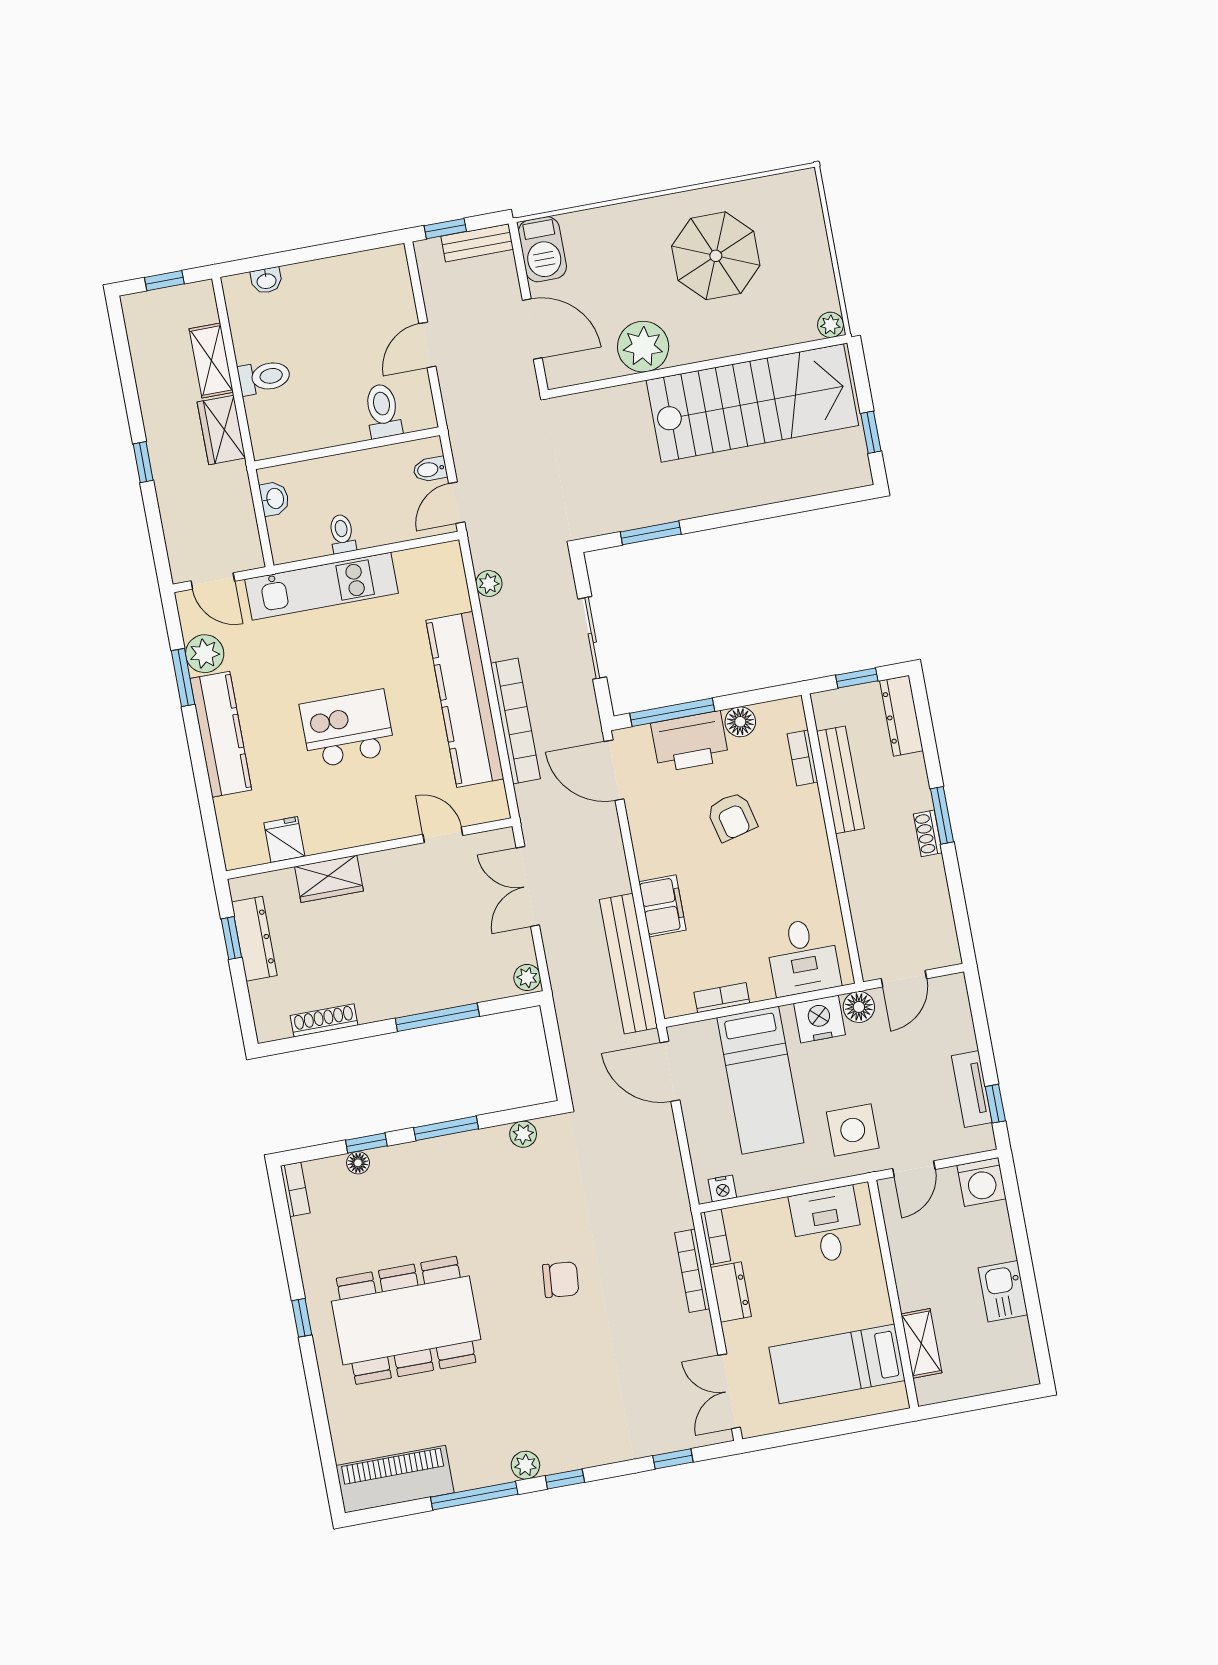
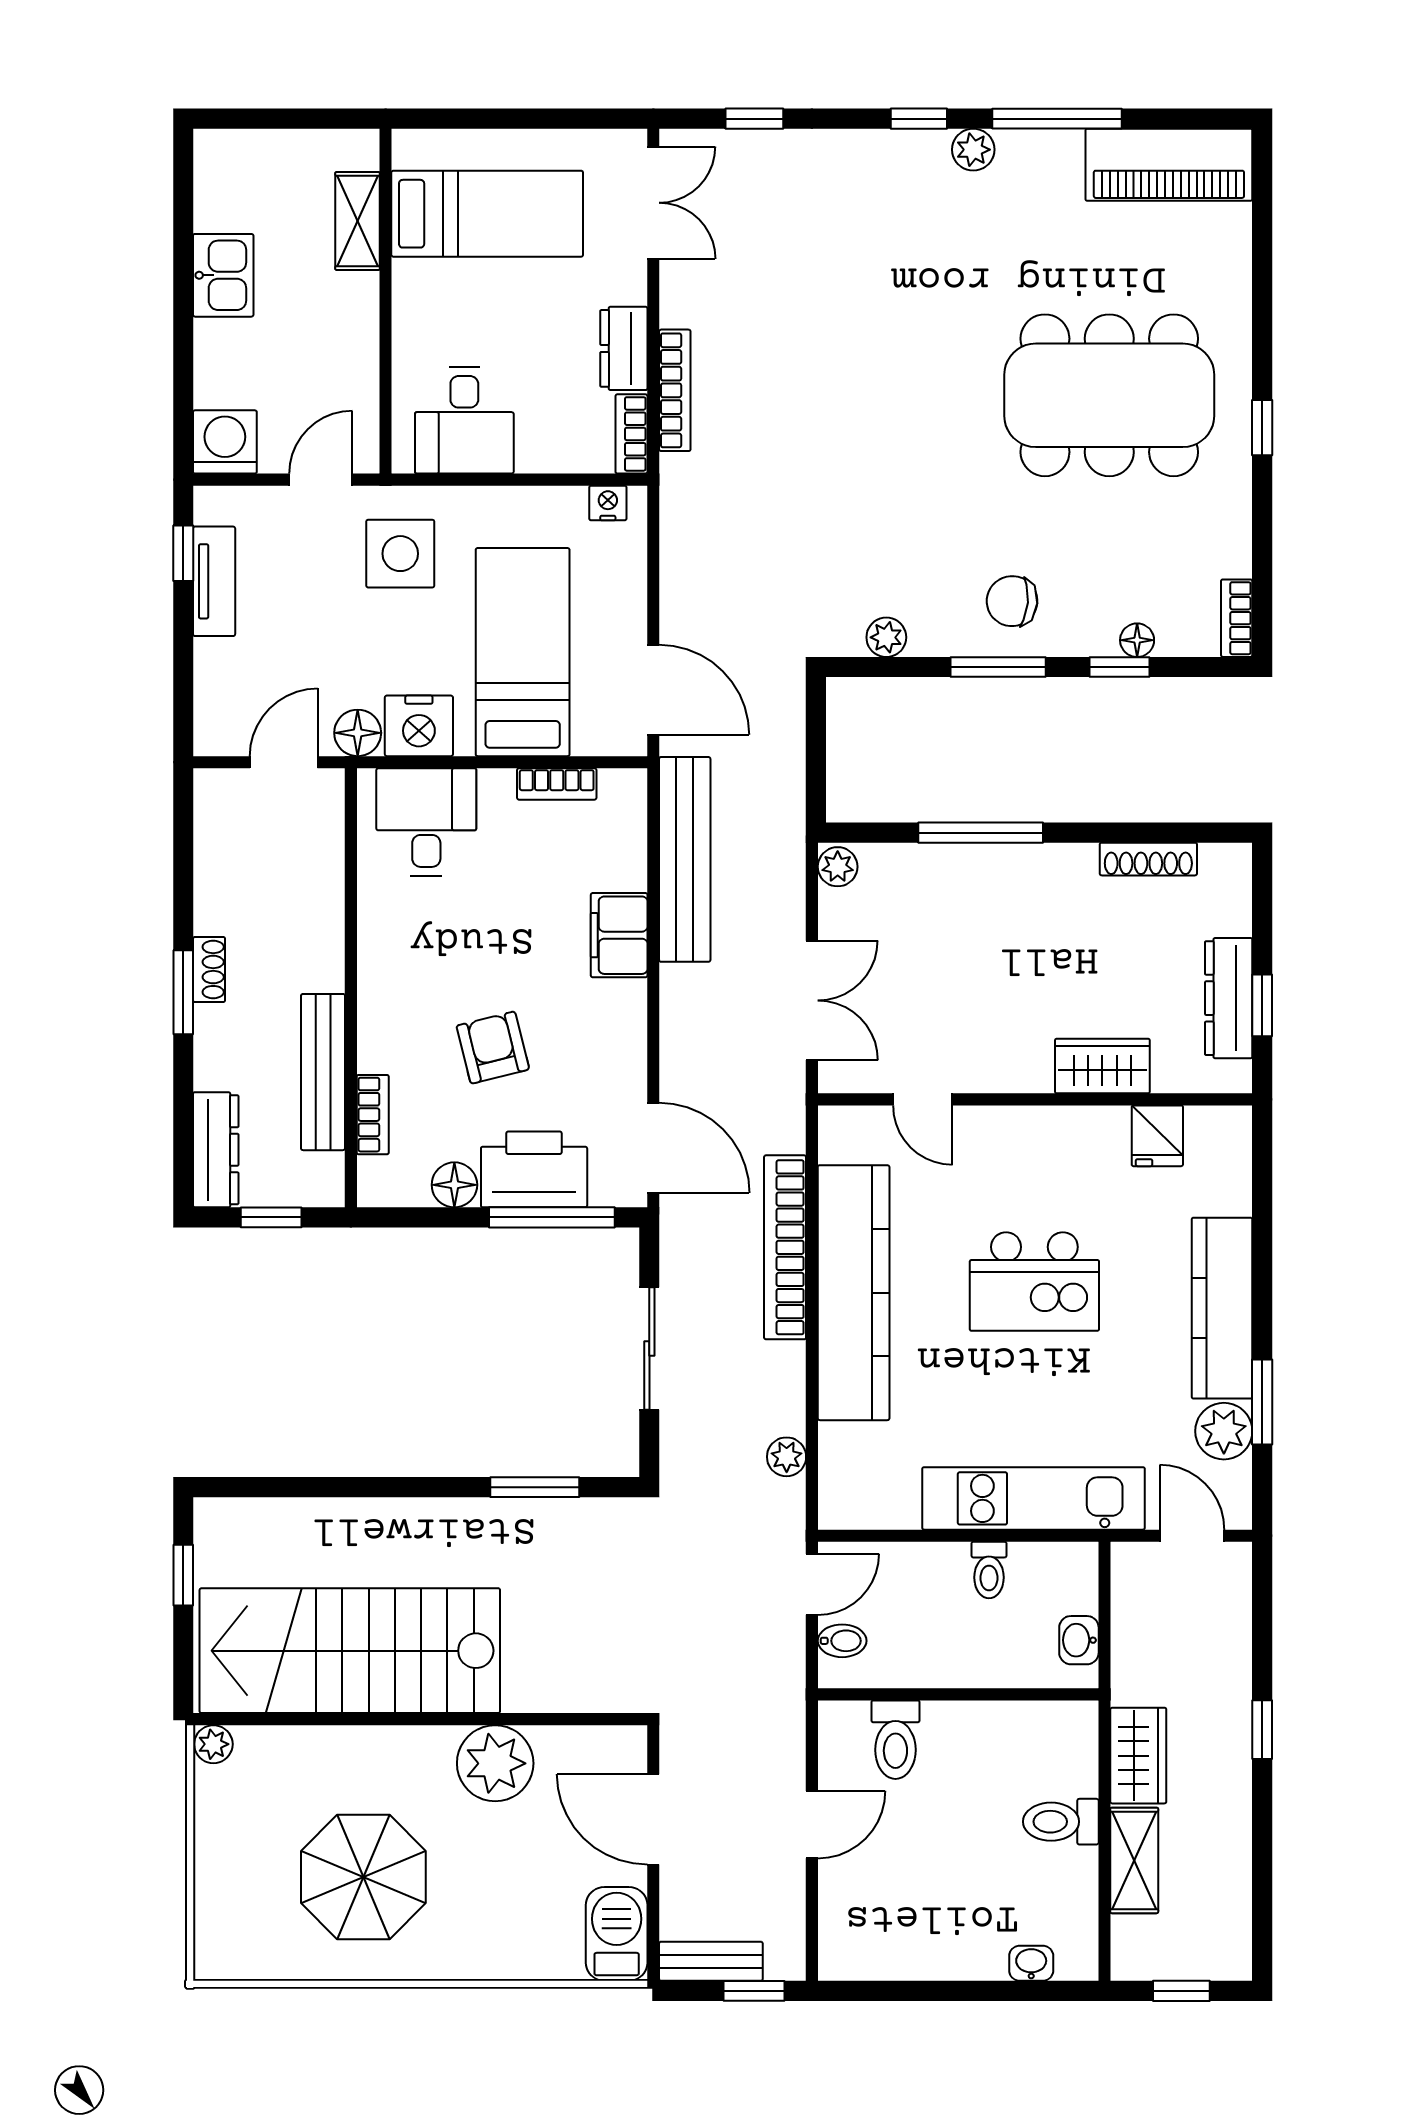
chair: (561, 1280) -> (1012, 601), moved

